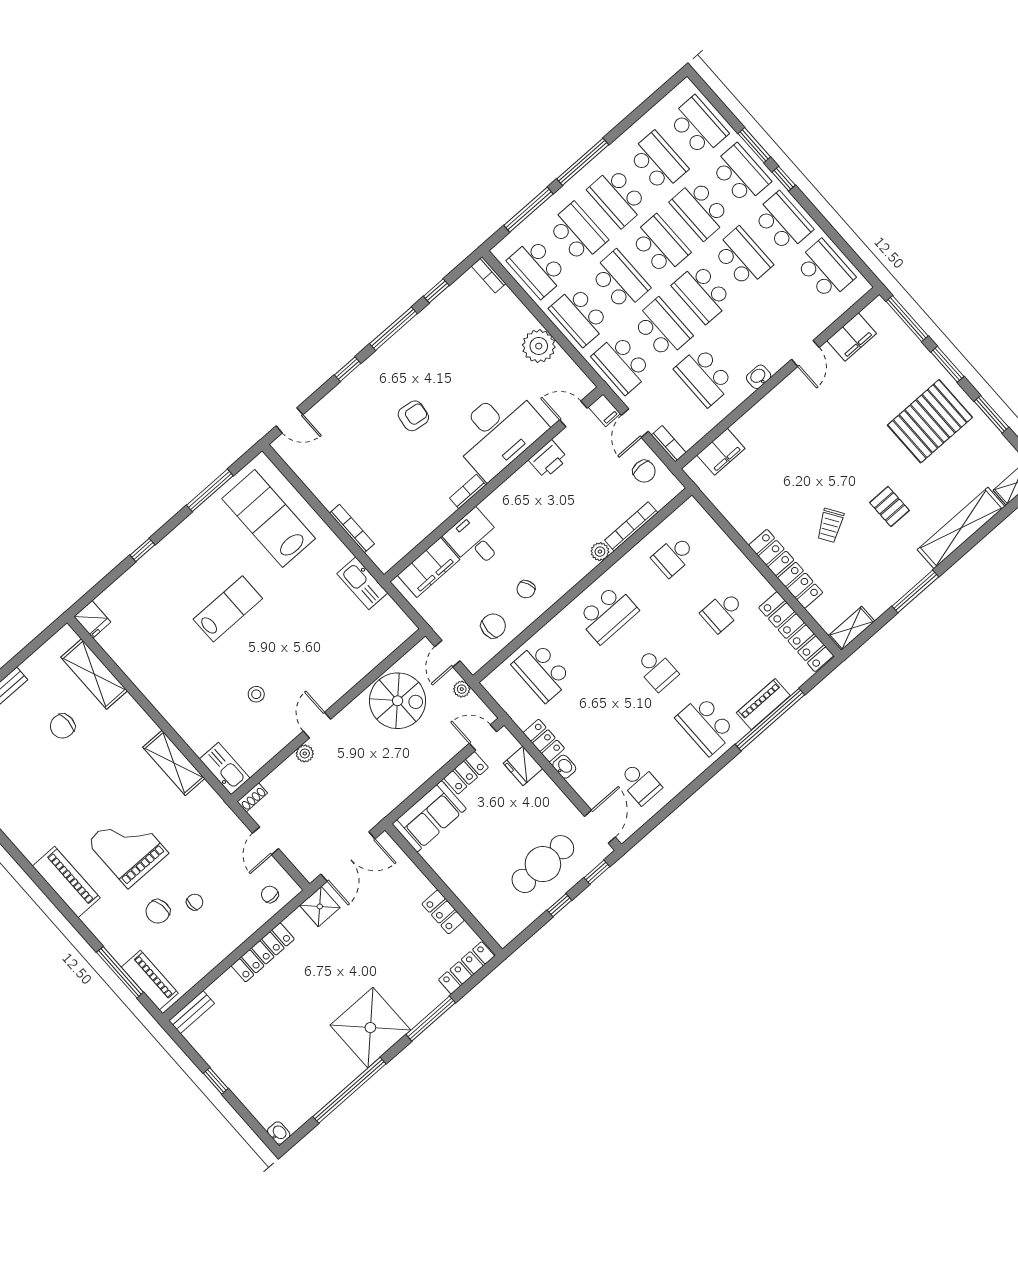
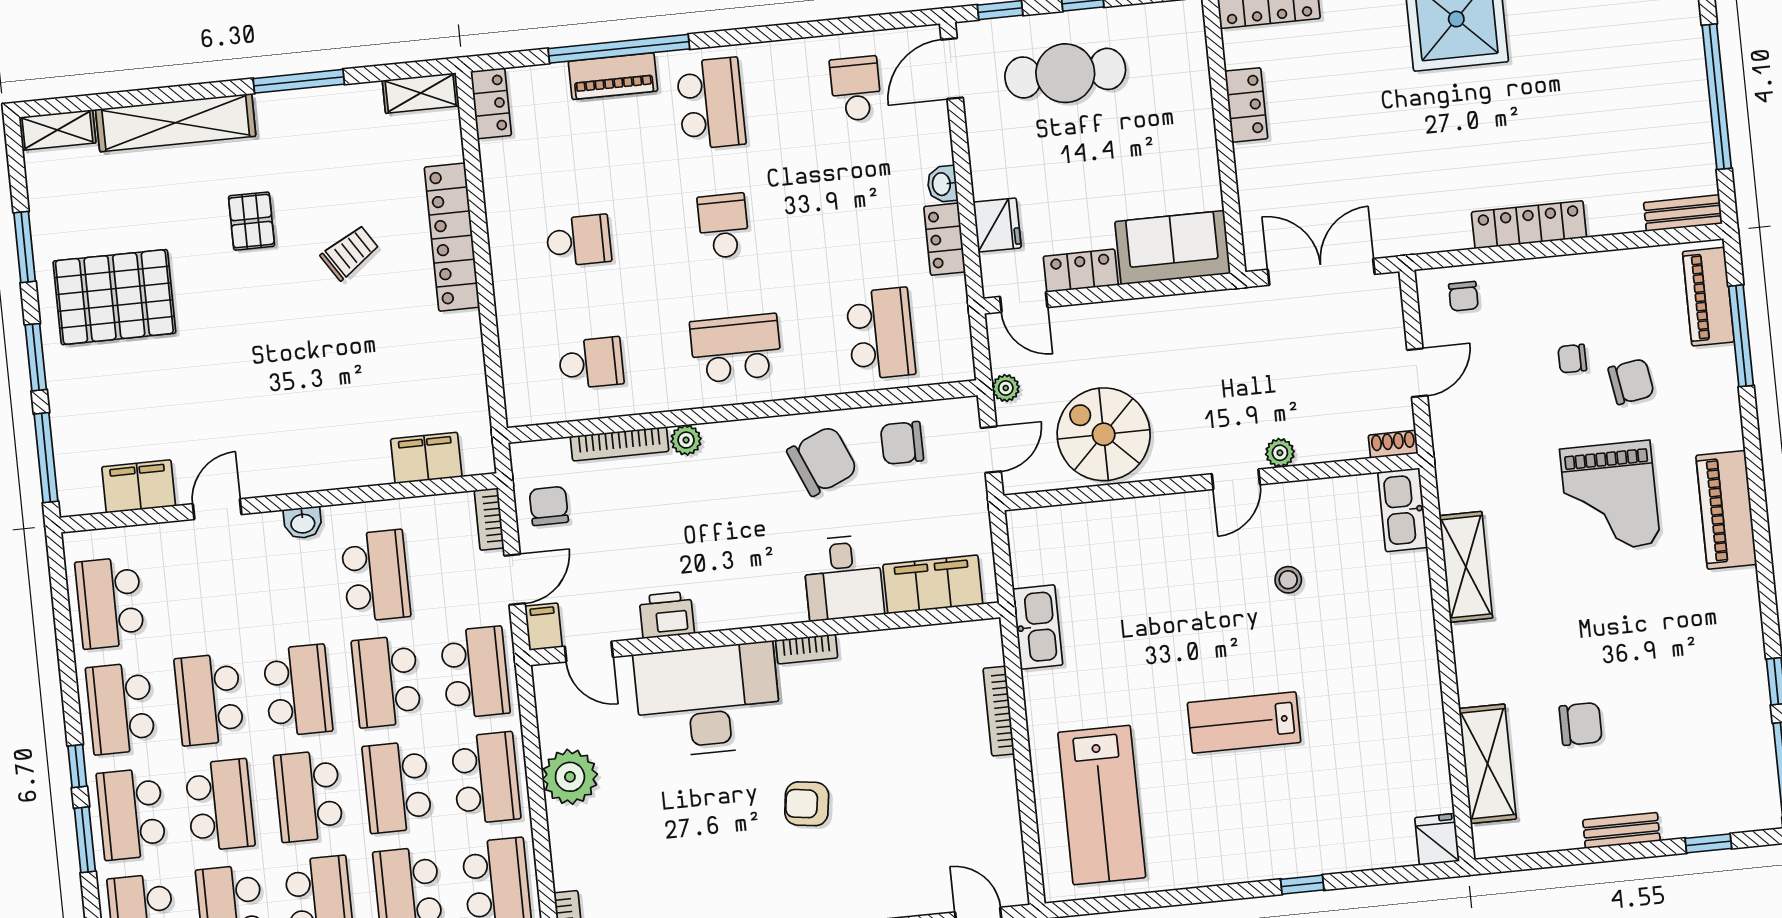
window: (210, 490) -> (1154, 900), removed
chair: (526, 589) -> (822, 461), width x1.87, depth x1.87
locker: (796, 632) -> (491, 103), width x0.46, depth x0.83
shower: (320, 906) -> (1408, 232), removed
window: (216, 1081) -> (1717, 97), width x3.17

